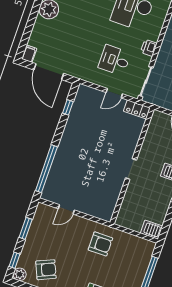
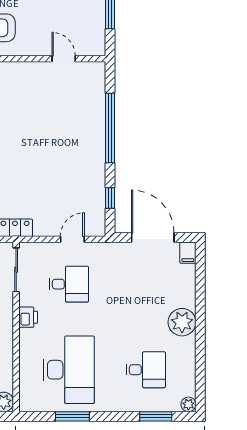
door: (114, 93) -> (72, 239), moved
window: (46, 169) -> (110, 128), moved
door: (66, 209) -> (64, 59), hinge flipped

